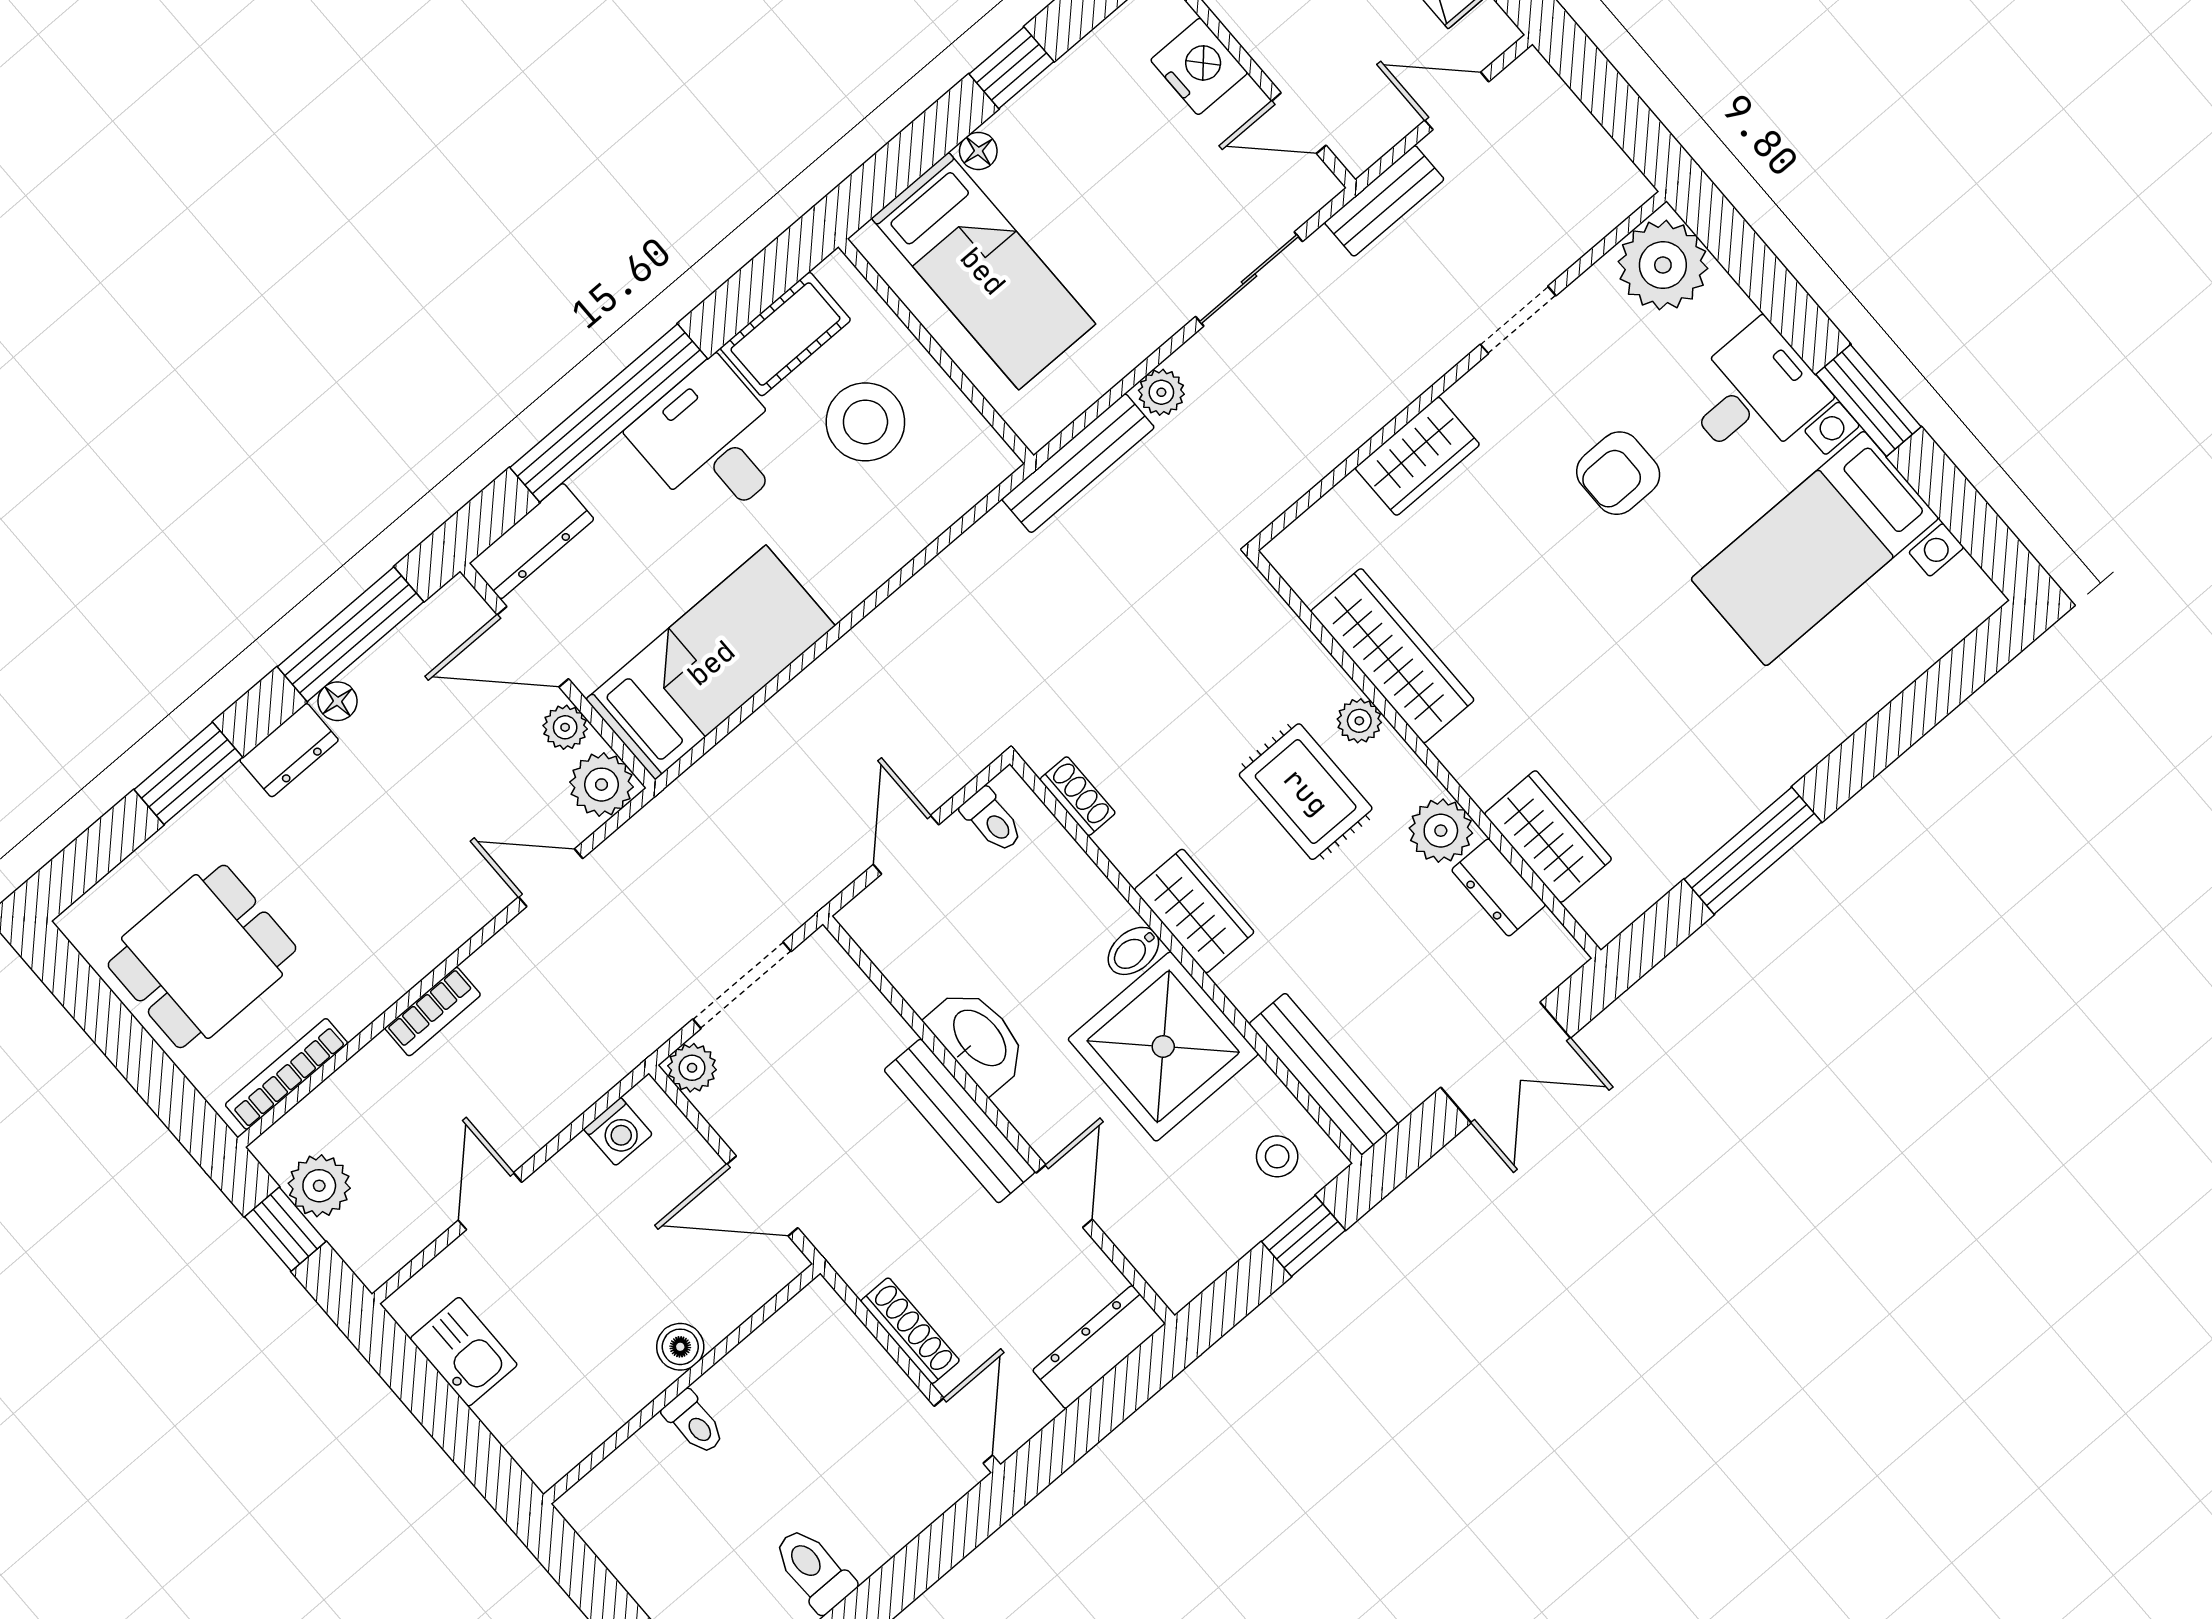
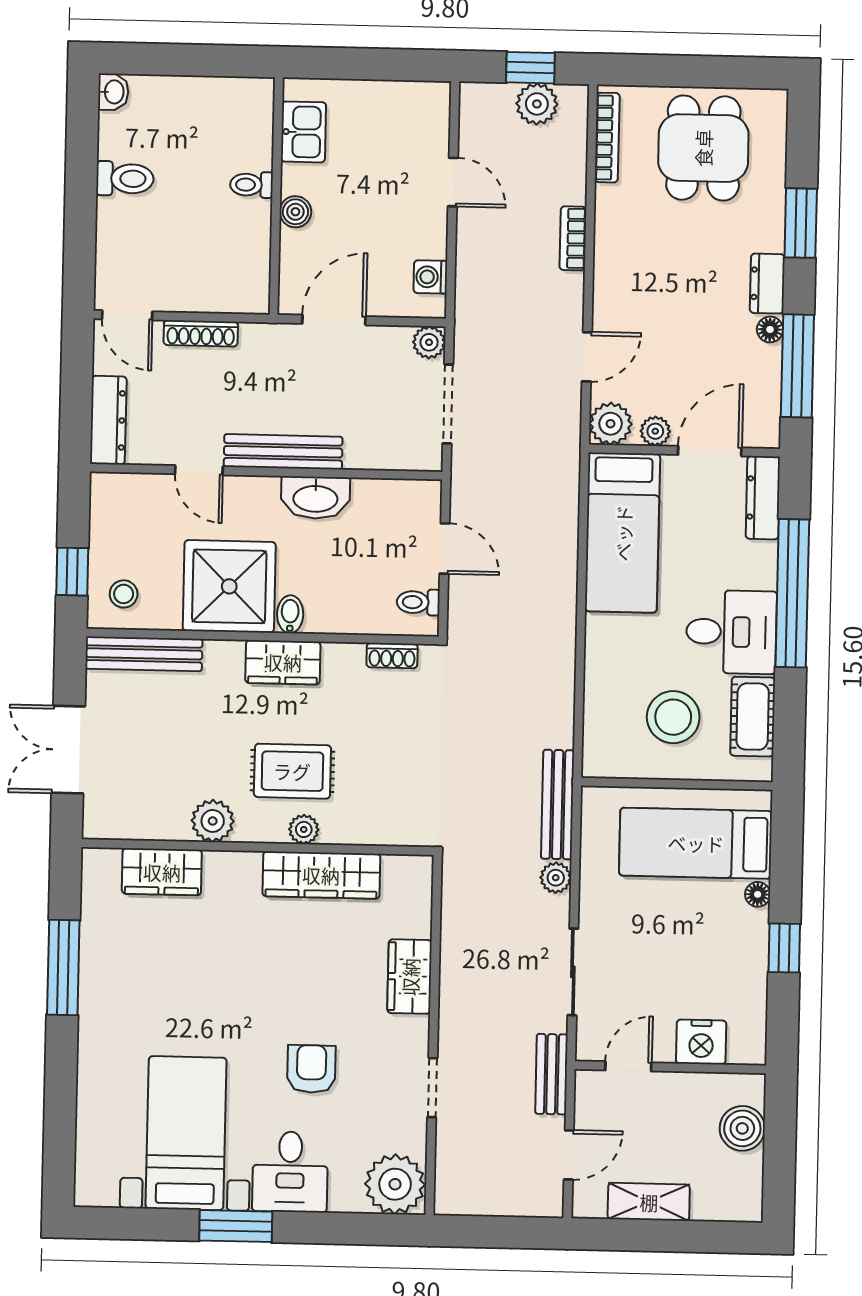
dresser: (1499, 887) -> (159, 824), removed
kitchen sink: (464, 1352) -> (303, 132), moved, turned -90

